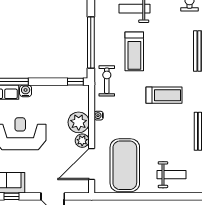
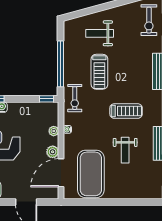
exercise bike: (107, 81) -> (75, 98), turned 180
plant: (79, 122) -> (54, 131), width x0.53, depth x0.53
weight bench: (172, 175) -> (125, 150), moved, turned 90

